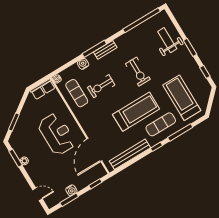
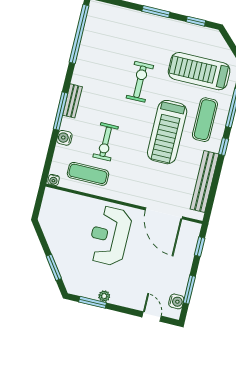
weight bench: (167, 40) -> (125, 28), removed
exercise bike: (138, 72) -> (140, 82), moved, turned -90
row of seats: (43, 89) -> (49, 205), removed
treadmill: (136, 112) -> (167, 132), turned 180
reception desk: (57, 134) -> (110, 236), turned -90
water cooler: (71, 190) -> (176, 301), moved
door: (37, 194) -> (152, 317), hinge flipped

